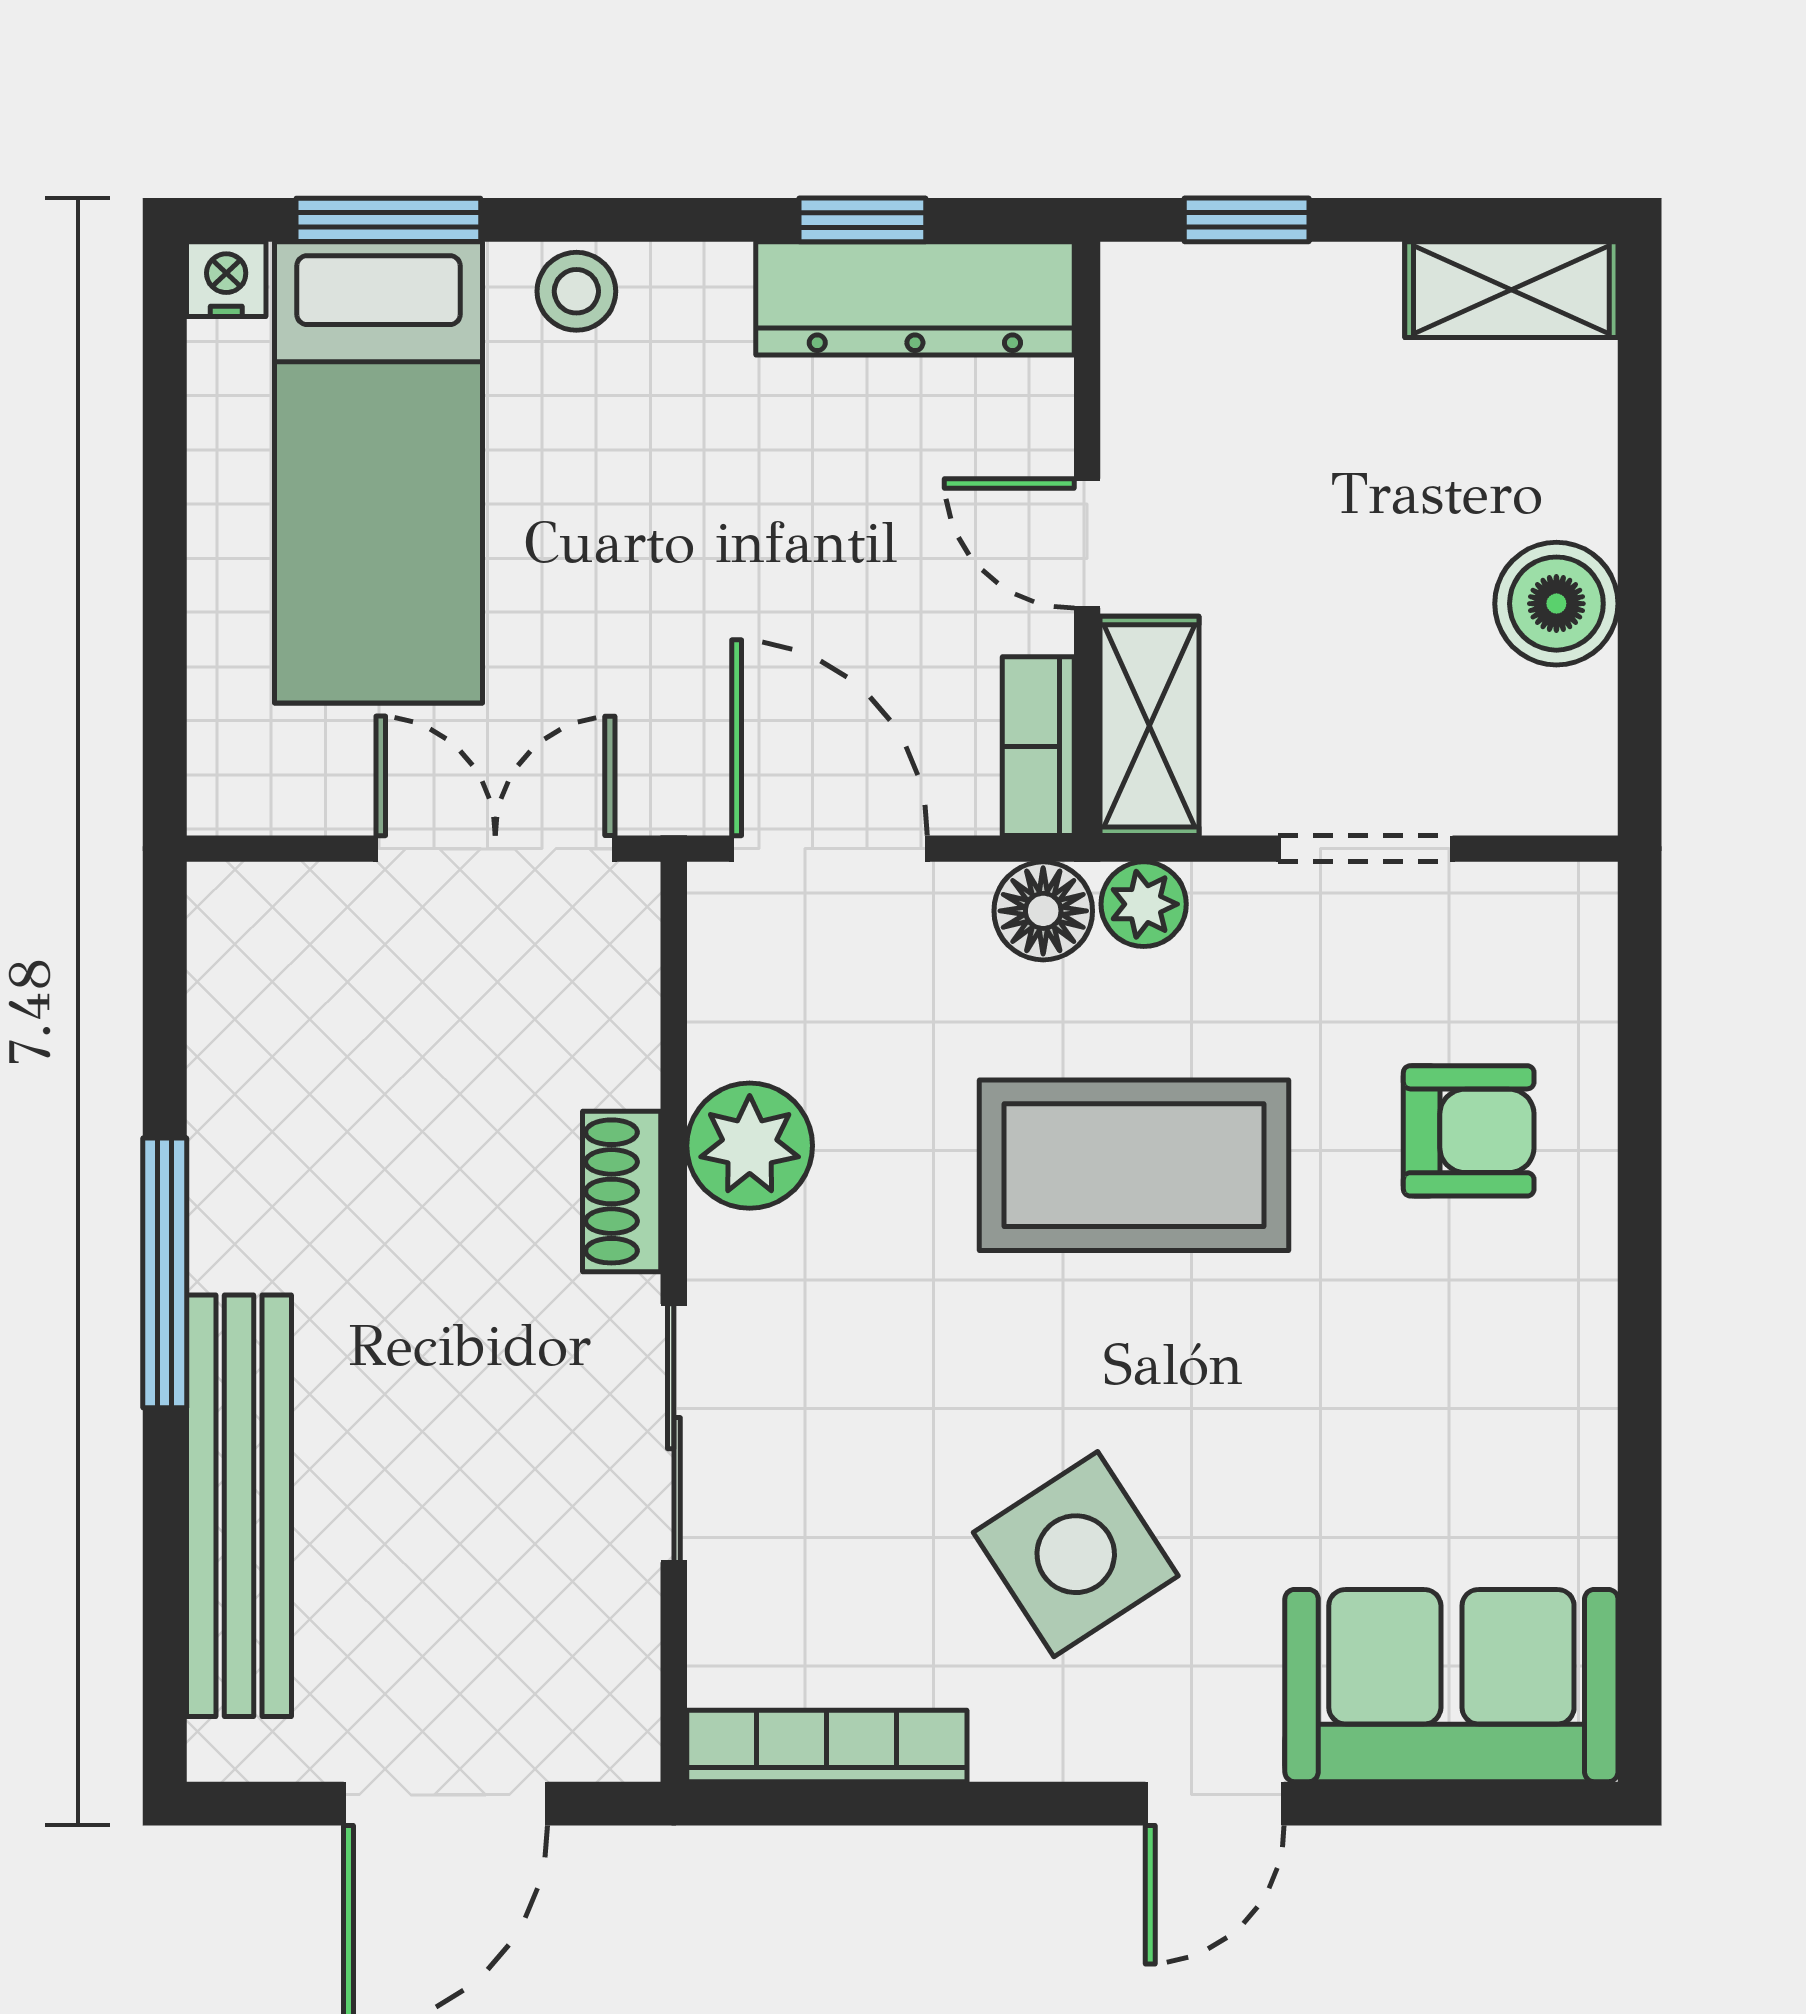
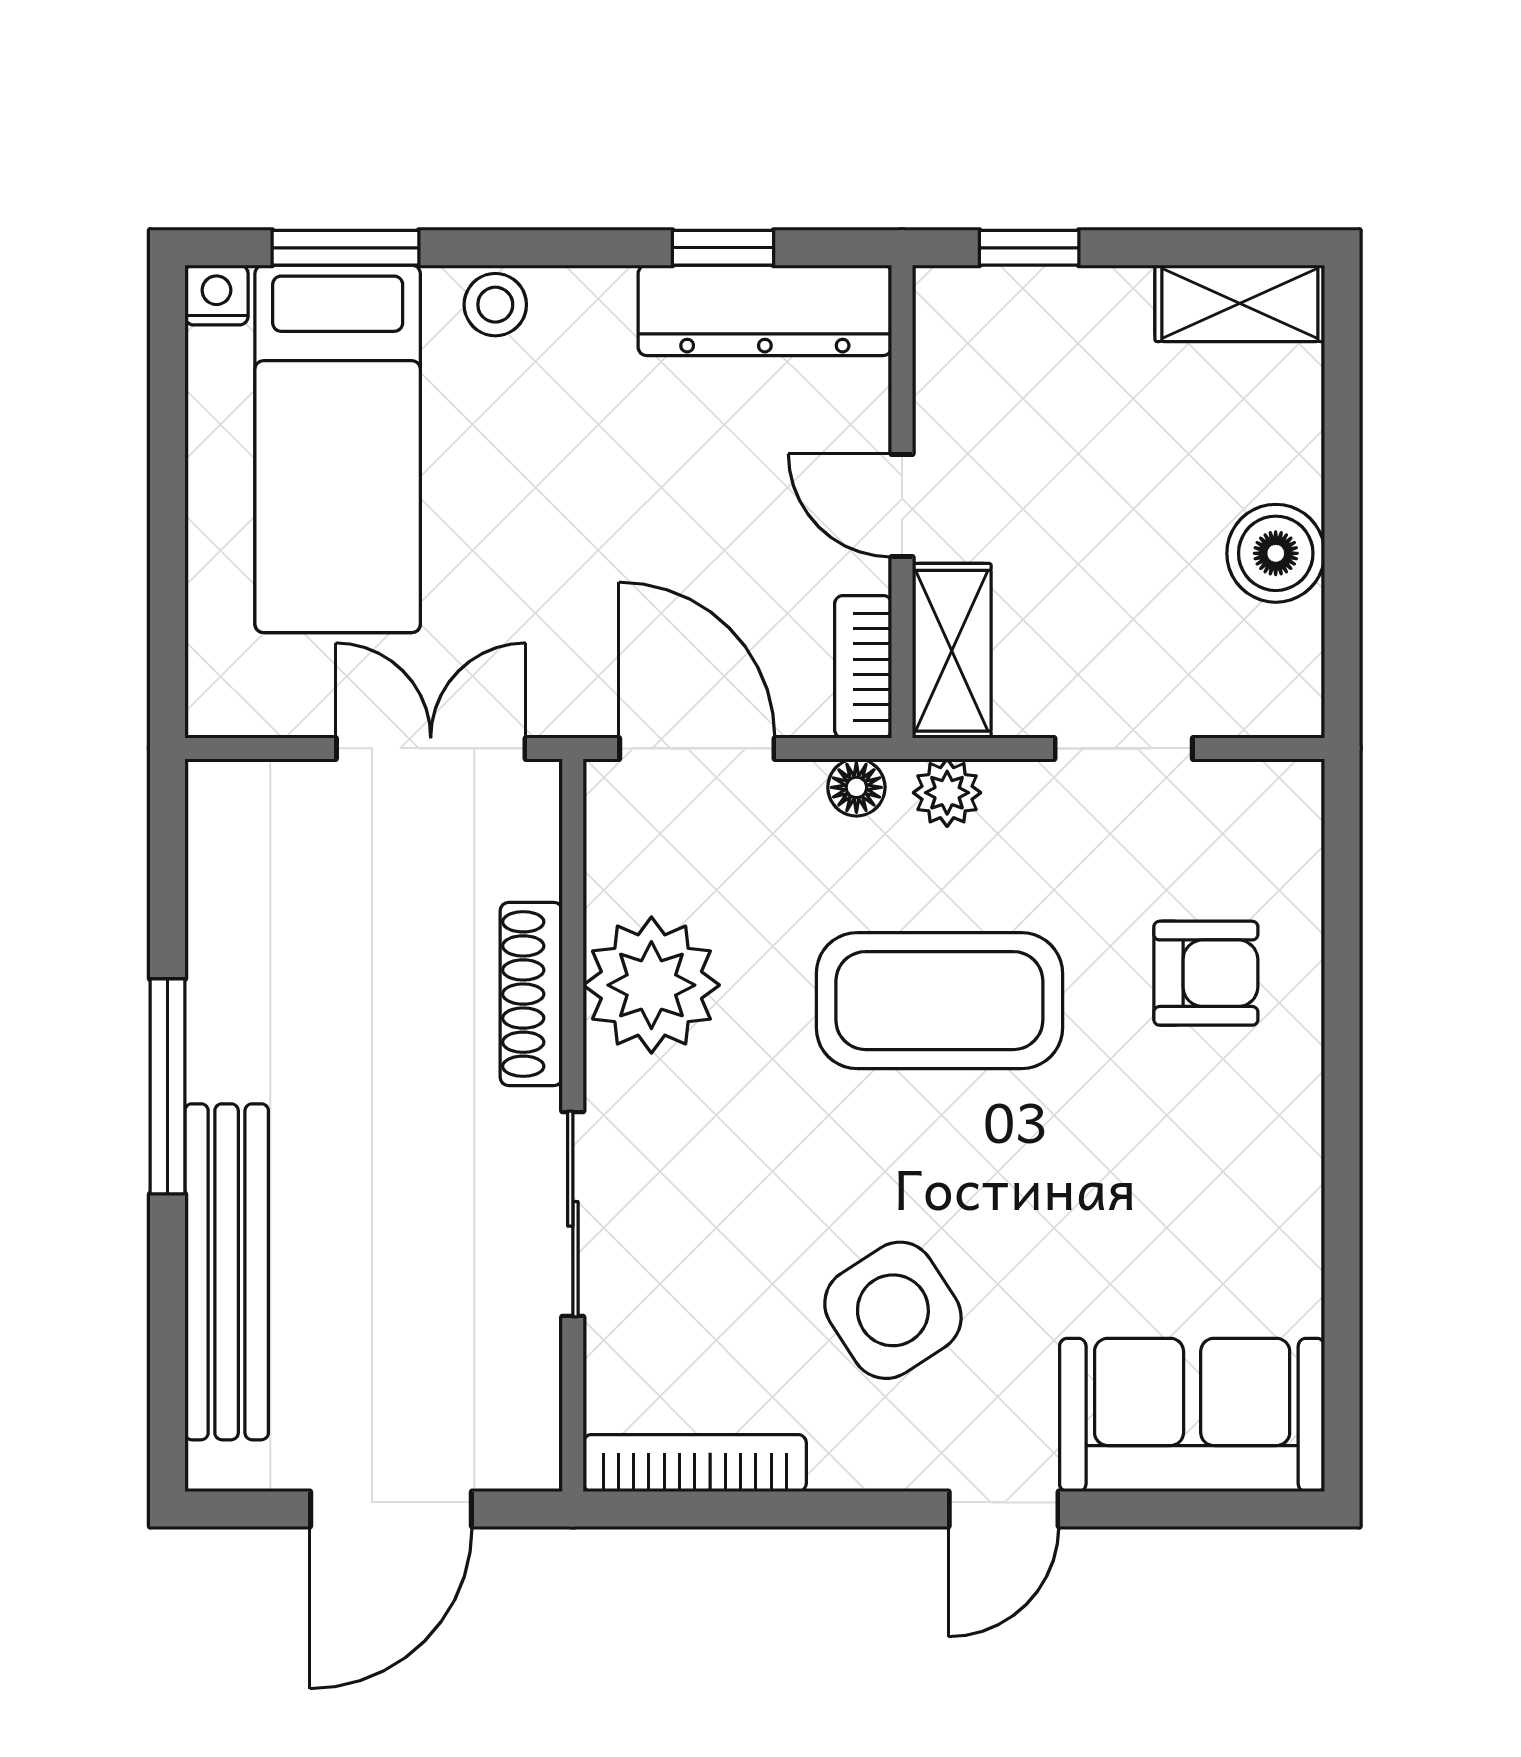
floor lamp: (1043, 911) -> (856, 787), width x0.73, depth x0.73
plant: (750, 1146) -> (651, 985), width x1.36, depth x1.36
shoe rack: (622, 1191) -> (531, 994), width x1.43

